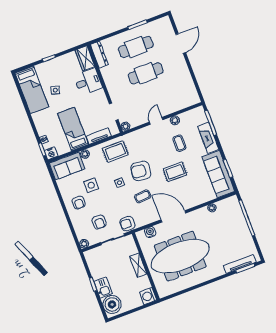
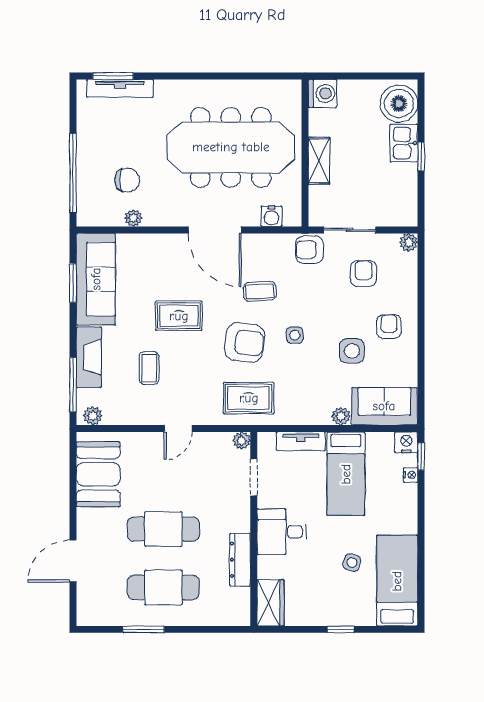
dresser: (99, 55) -> (240, 560), moved
desk: (88, 82) -> (282, 532), moved
booth: (184, 87) -> (98, 474), added
plant: (175, 120) -> (93, 416), moved
rug: (115, 152) -> (249, 398), moved
armchair: (127, 224) -> (309, 250), turned 180
chair: (221, 224) -> (127, 180), added

